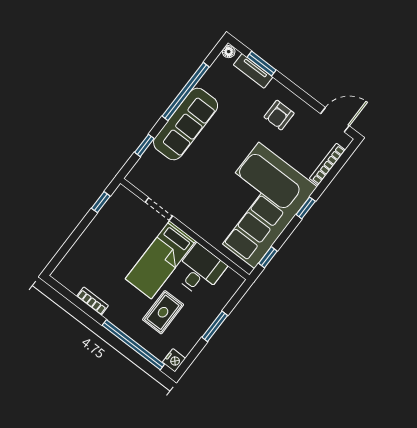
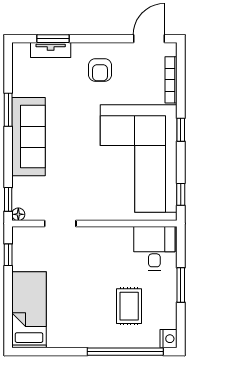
floor lamp: (229, 52) -> (18, 214), moved
window: (186, 92) -> (8, 110), width x0.47
window: (144, 145) -> (8, 199), moved
bed: (160, 260) -> (29, 310), moved, turned 180
desk: (200, 271) -> (154, 248), moved
bookcase: (92, 301) -> (64, 341), removed

